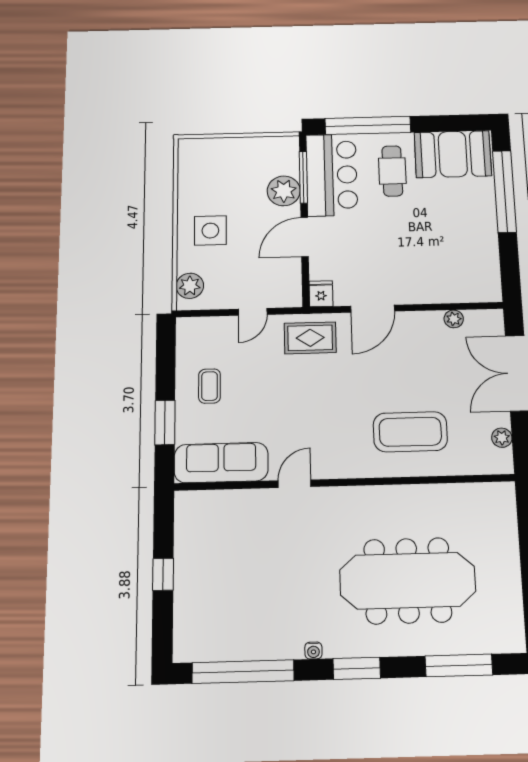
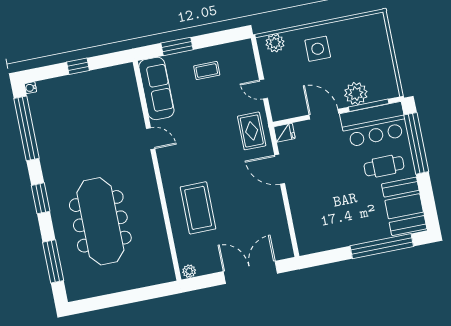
plant: (454, 319) -> (282, 225), removed
plant: (502, 438) -> (189, 271), moved
water cooler: (313, 651) -> (30, 88), moved

